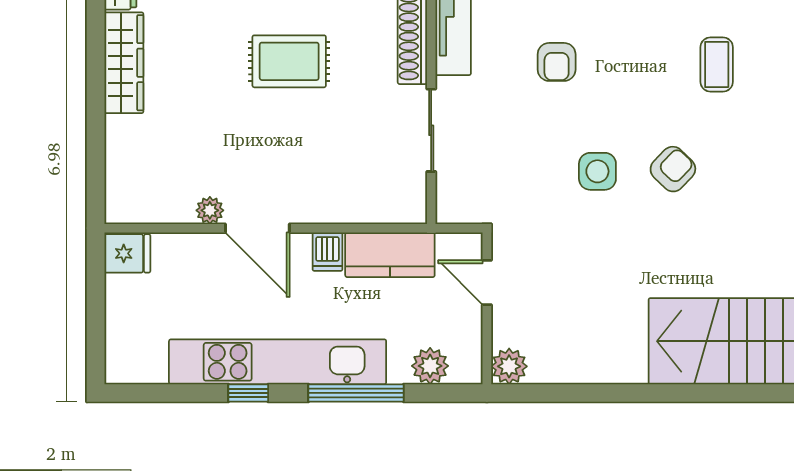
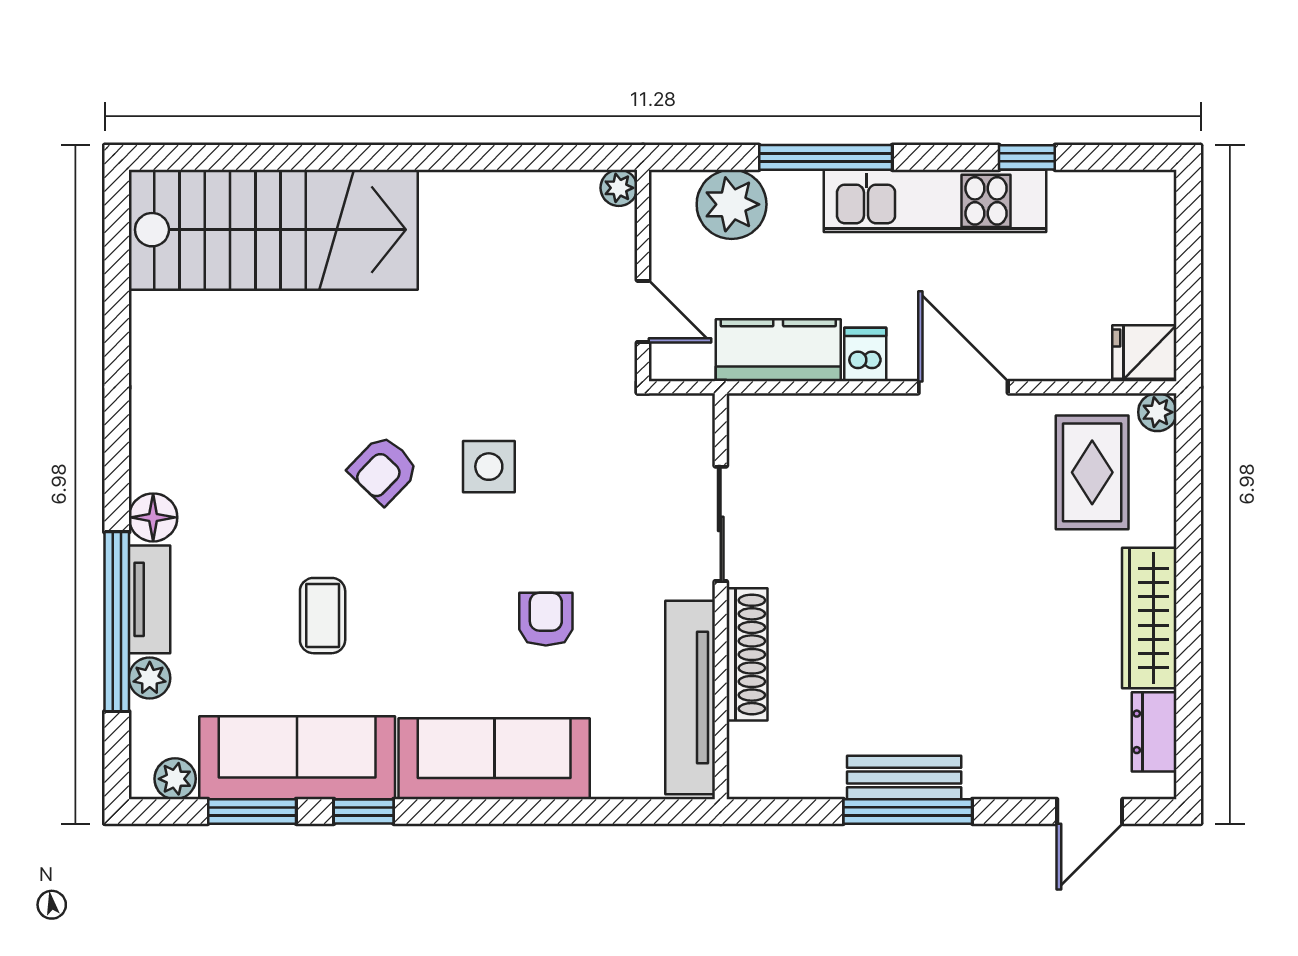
rug: (289, 61) -> (1092, 472), moved, turned 90
plant: (210, 210) -> (1157, 412), moved
kitchen unit: (278, 362) -> (935, 201), width x0.73
plant: (430, 366) -> (732, 204), width x1.36, depth x1.36
plant: (509, 366) -> (619, 188), width x0.73, depth x0.73
window: (248, 393) -> (1027, 157), moved

